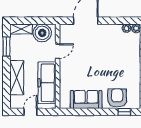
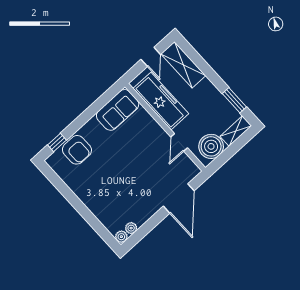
shelving: (17, 78) -> (183, 65), moved
sofa: (86, 99) -> (118, 110), moved

